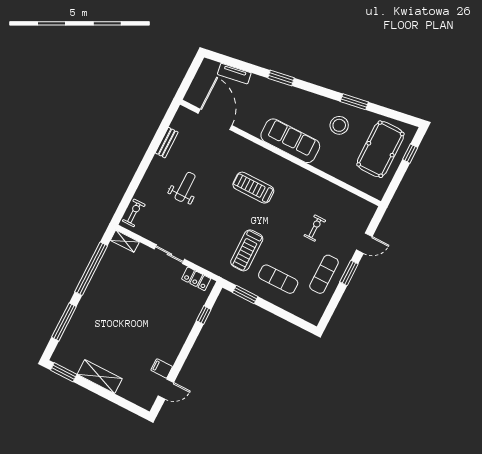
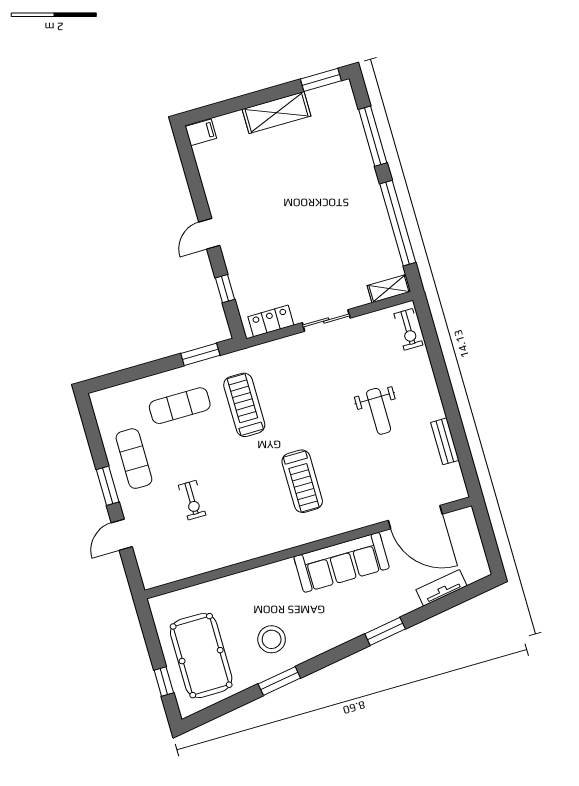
sofa: (290, 141) -> (342, 562), moved
treadmill: (253, 188) -> (302, 481), turned 90
filing cabinet: (162, 368) -> (201, 132), moved
door: (166, 389) -> (209, 234), moved

